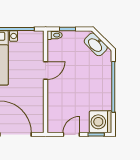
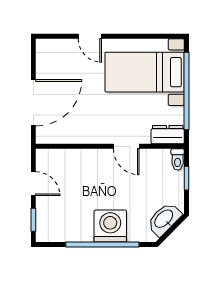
dresser: (38, 42) -> (168, 135), added
washing machine: (101, 122) -> (110, 226), moved

